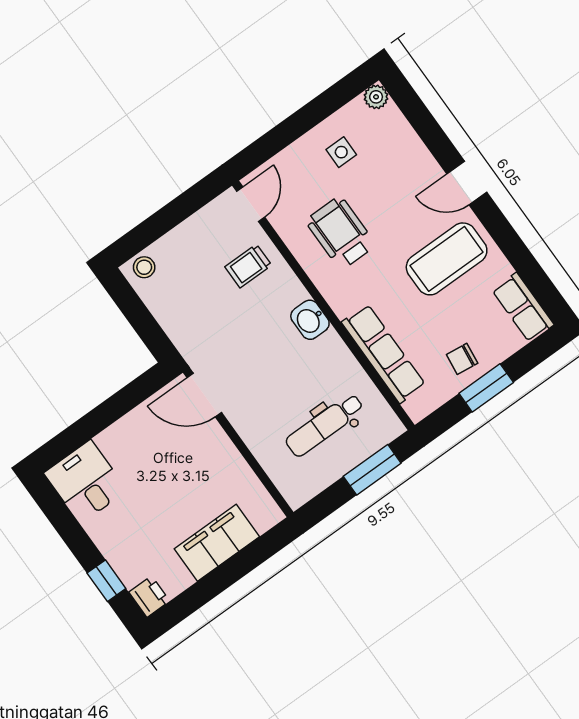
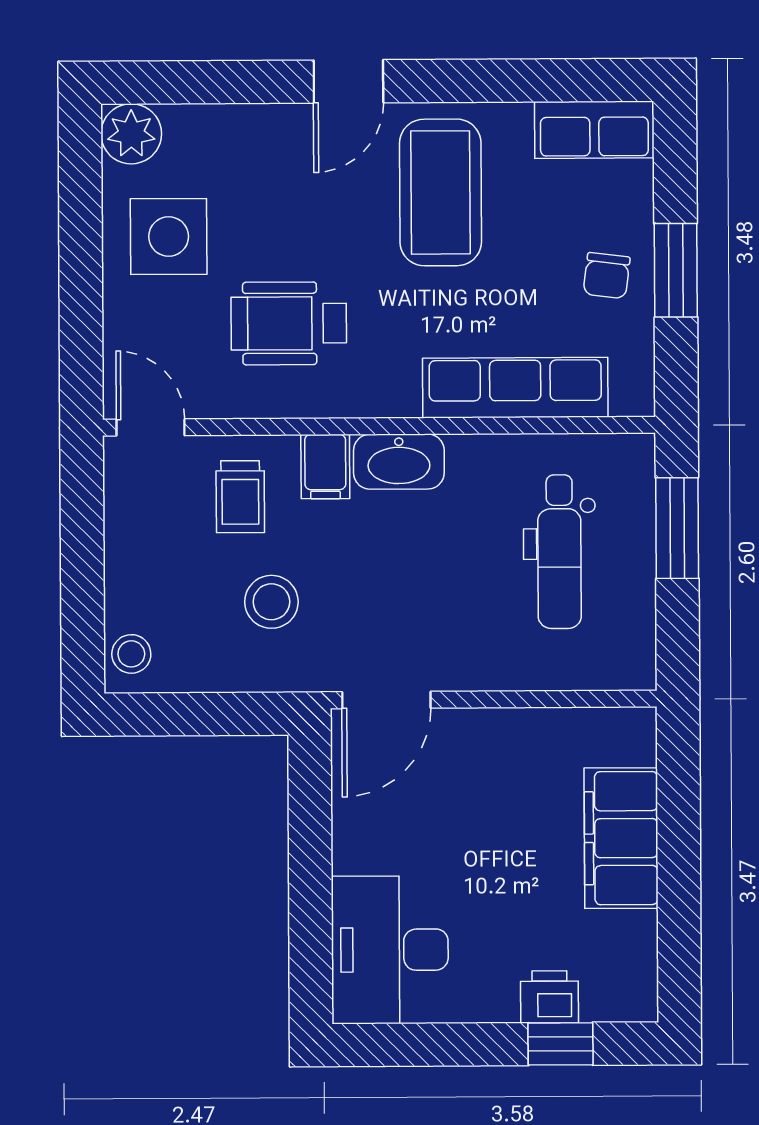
plant: (376, 97) -> (131, 134), width x1.38, depth x1.38
side table: (341, 152) -> (169, 237), width x1.87, depth x1.87
filing cabinet: (289, 294) -> (325, 467), added
stool: (212, 313) -> (271, 602), added
washbasin: (310, 320) -> (399, 462), width x1.38
desk: (86, 482) -> (390, 950), width x1.37
printer: (149, 596) -> (549, 997), moved

